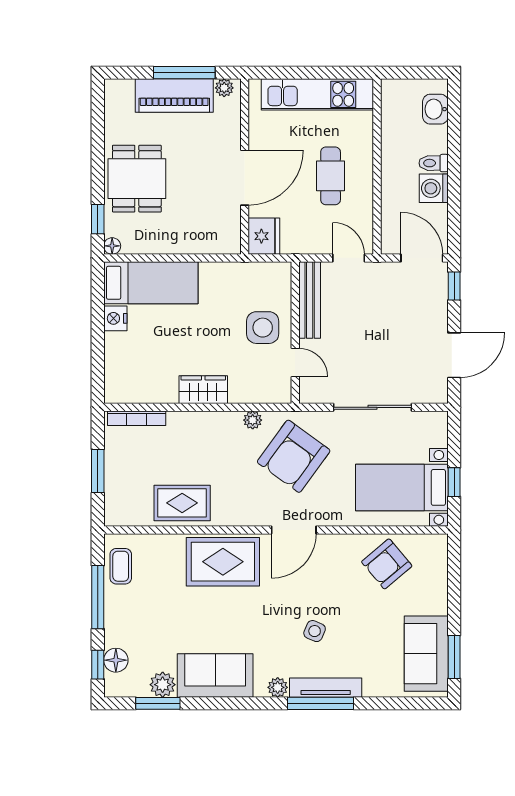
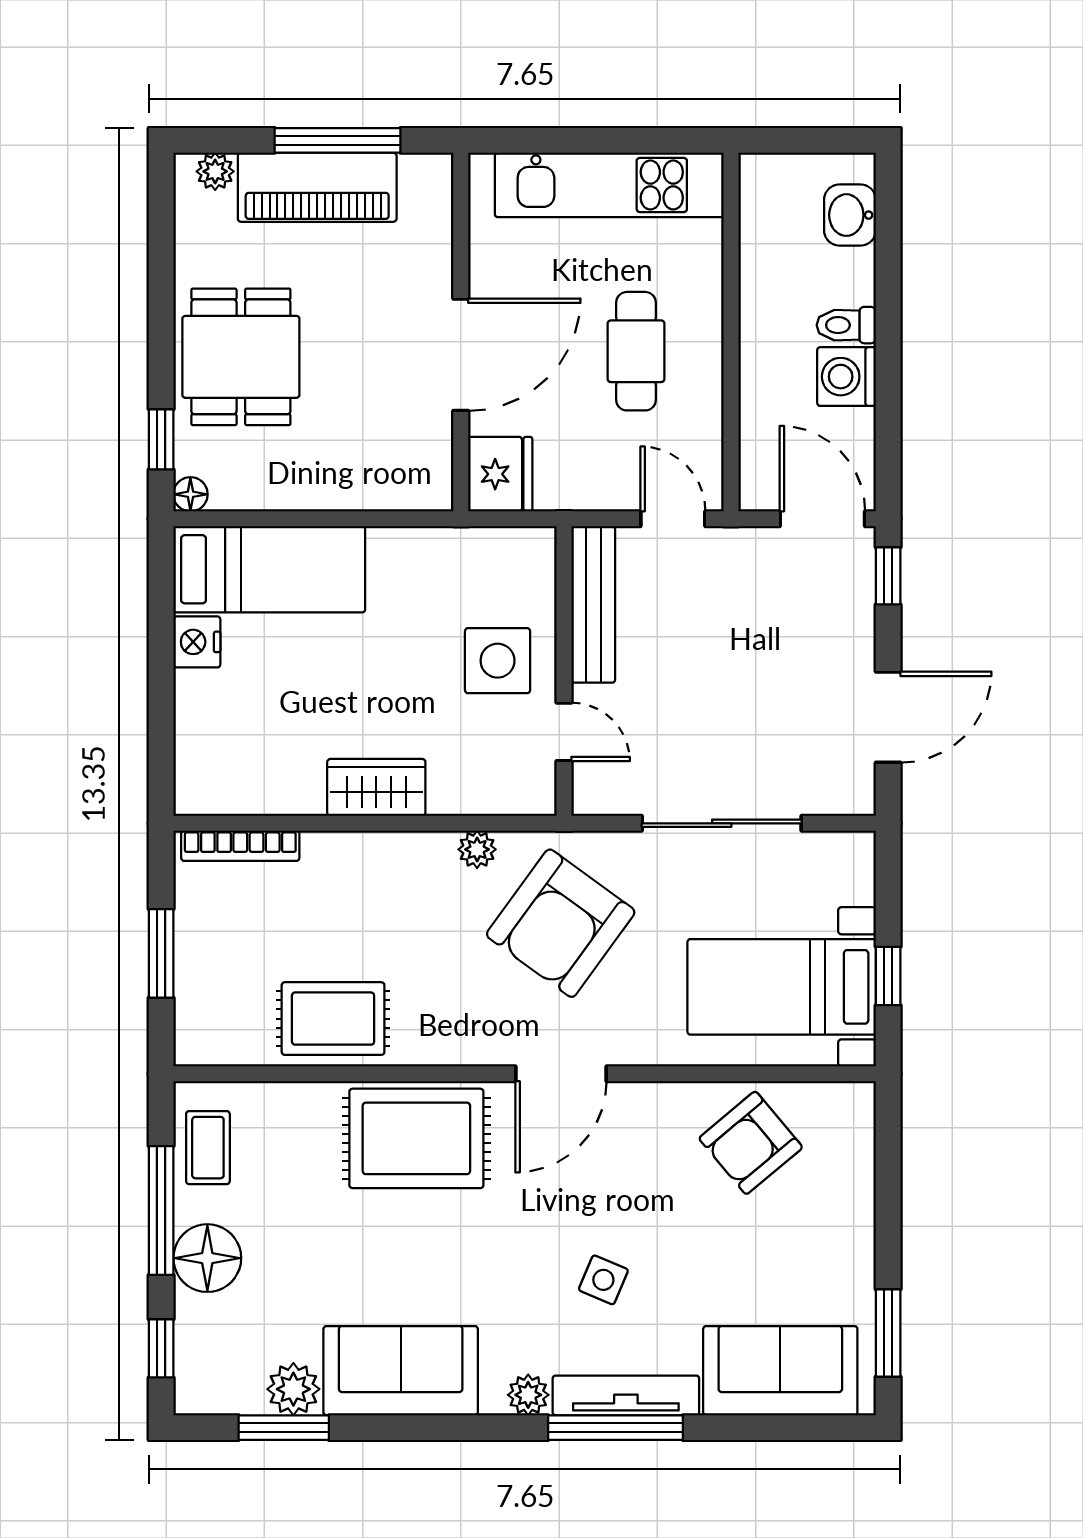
plant: (224, 88) -> (215, 171), moved
sofa: (426, 654) -> (780, 1371), moved, turned 90
floor lamp: (116, 660) -> (207, 1258), moved, width x1.38, depth x1.38

